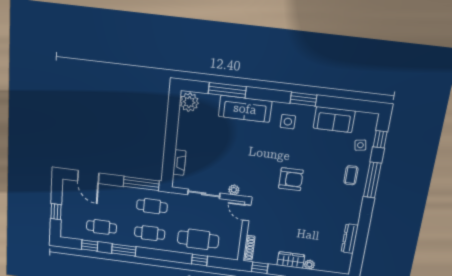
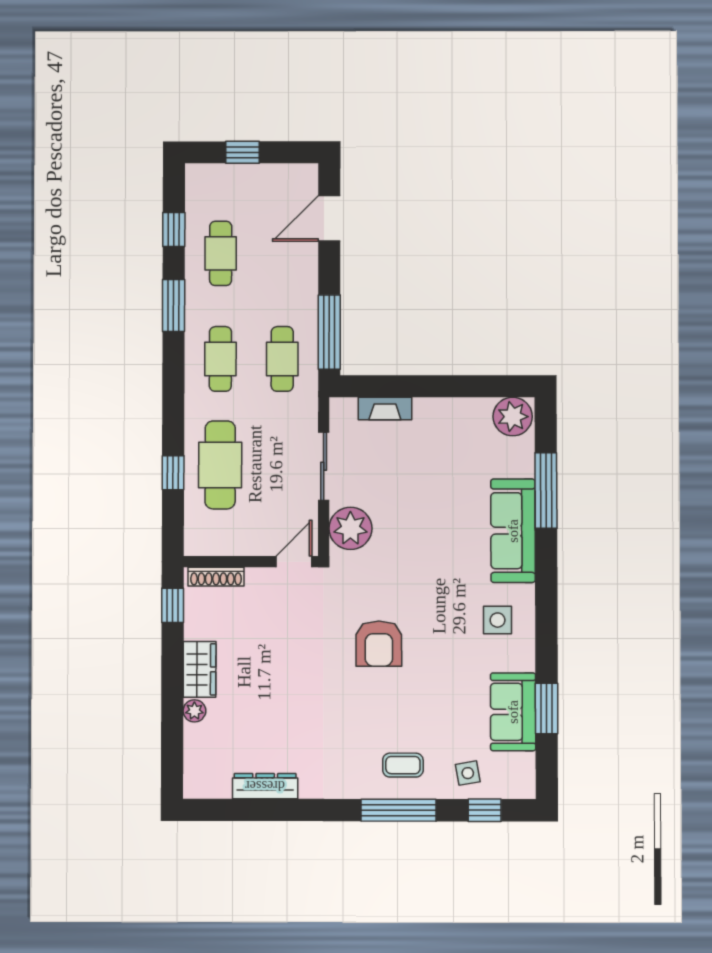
window: (303, 99) -> (547, 708), moved
plant: (234, 190) -> (350, 528), width x1.87, depth x1.87

